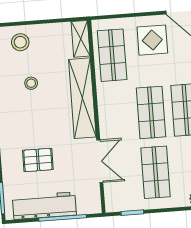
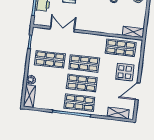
shelving: (82, 98) -> (100, 26), removed
double door: (100, 161) -> (62, 29), swing flipped

